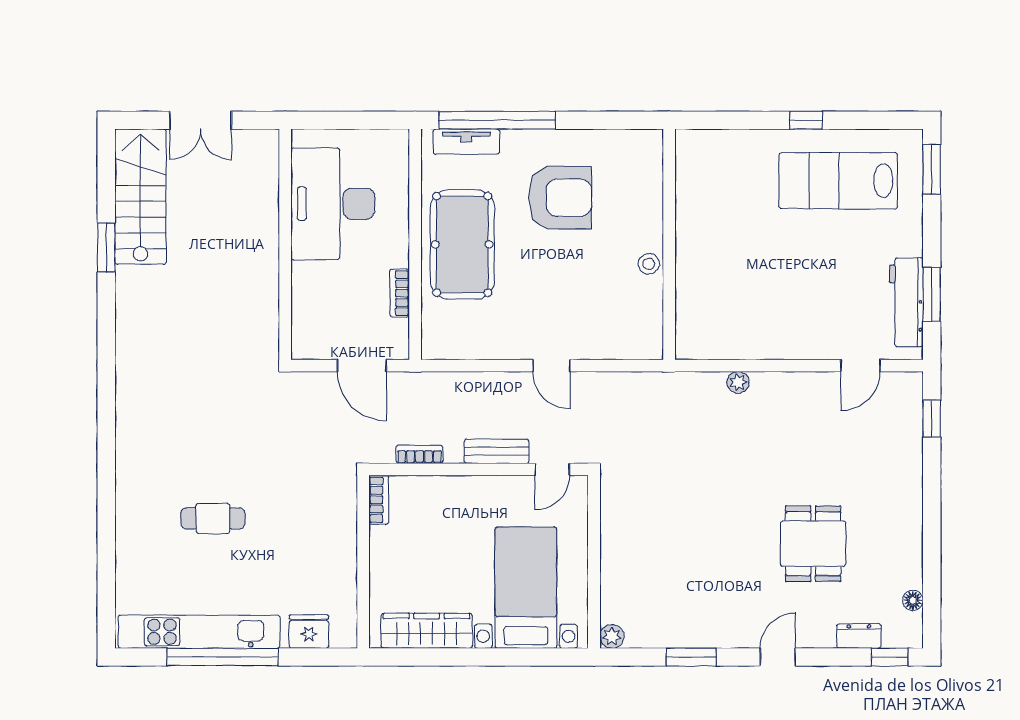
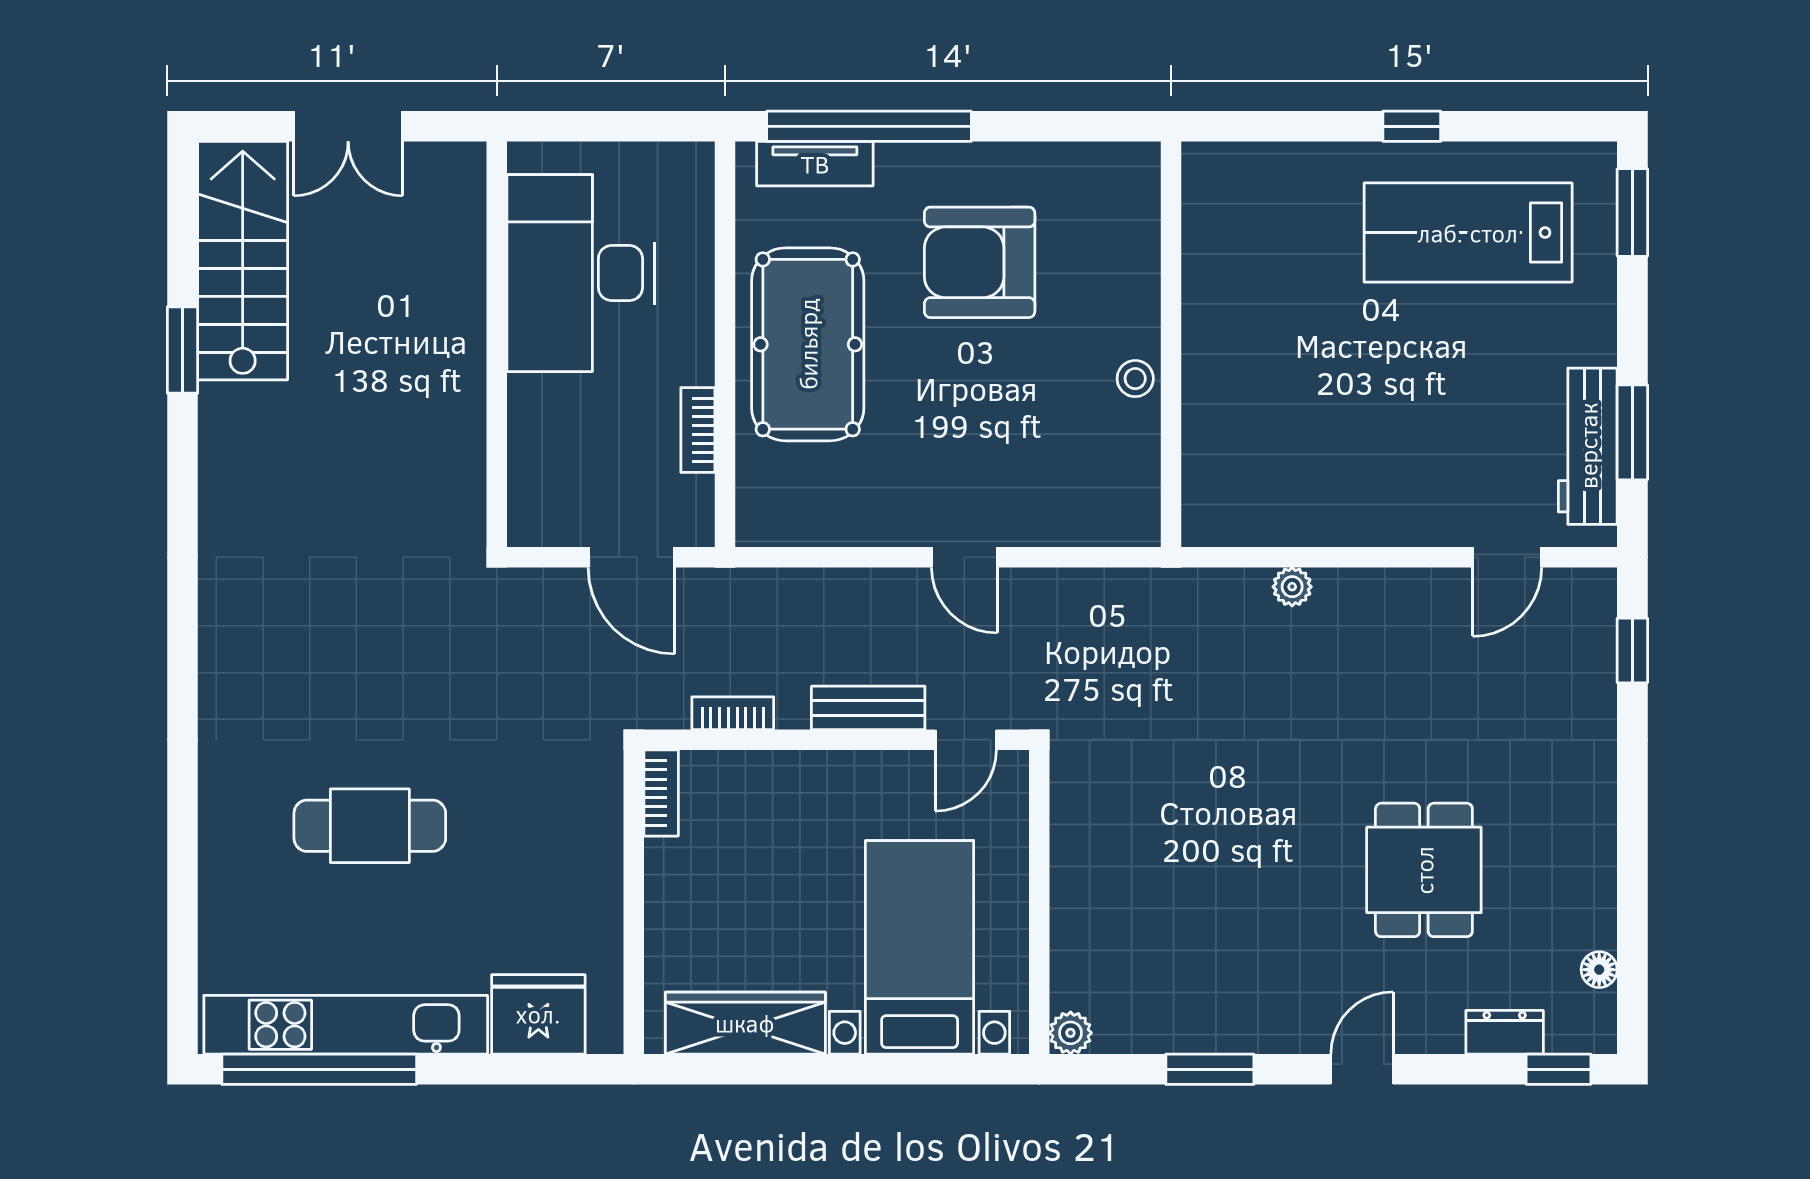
armchair: (560, 198) -> (980, 262), turned 180
cafe table: (213, 518) -> (370, 826), width x1.37, depth x1.35
fridge: (309, 632) -> (538, 1014), width x1.36, depth x1.34
window: (223, 657) -> (319, 1069), moved

